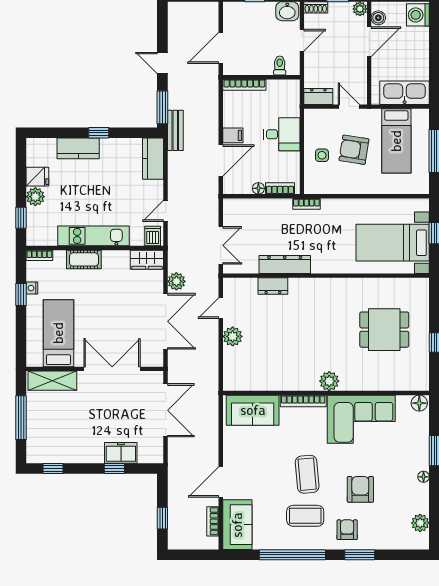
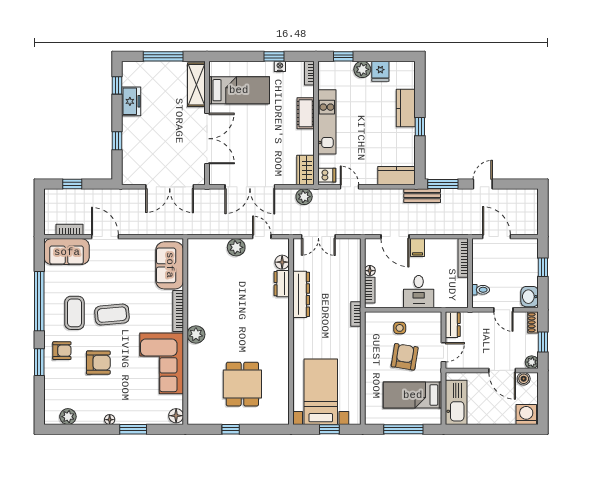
plant: (176, 281) -> (304, 197), moved
floor lamp: (249, 286) -> (282, 262), added
freezer: (121, 453) -> (131, 101), moved

